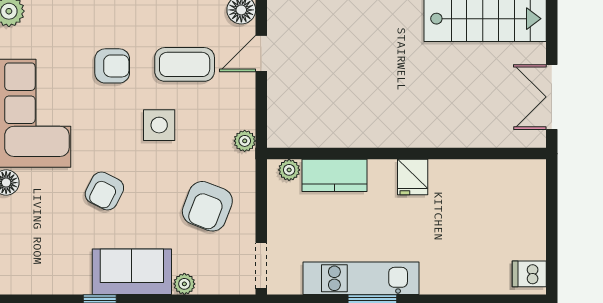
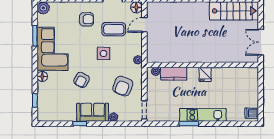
armchair: (112, 66) -> (87, 19), moved
kitchen unit: (361, 278) -> (203, 115), moved

